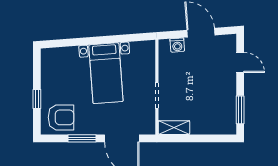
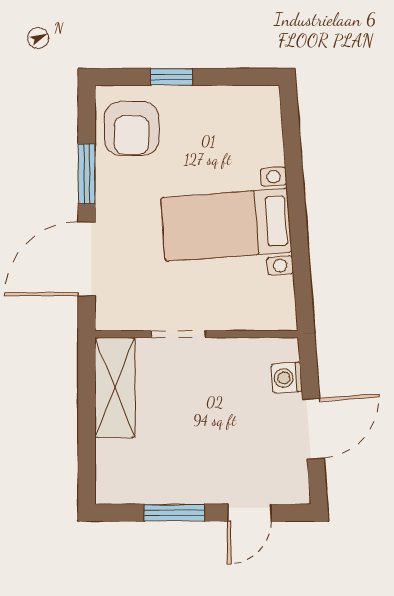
window: (240, 110) -> (174, 513), moved
shelving: (174, 128) -> (115, 388), width x1.50, depth x1.33

